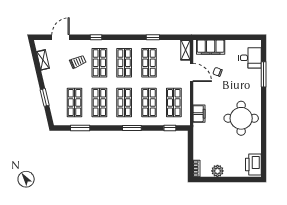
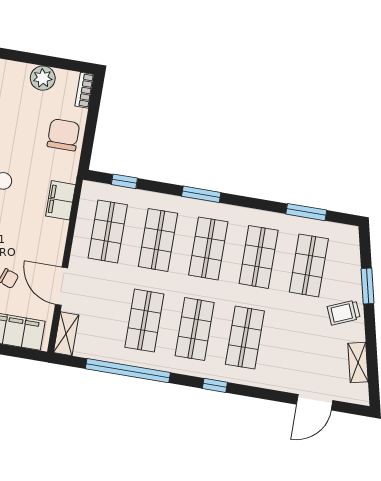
window: (96, 37) -> (215, 385), moved
window: (153, 37) -> (128, 371), width x3.17
trolley: (78, 62) -> (344, 313), moved
chair: (203, 145) -> (63, 135), added

